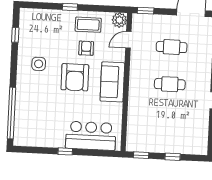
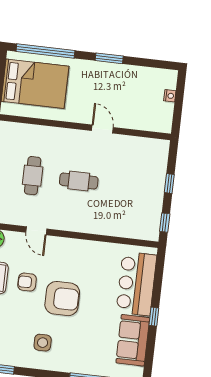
door: (128, 40) -> (36, 231), moved
sofa: (112, 82) -> (133, 340), moved, turned 90
cafe table: (170, 84) -> (79, 181), turned 90

